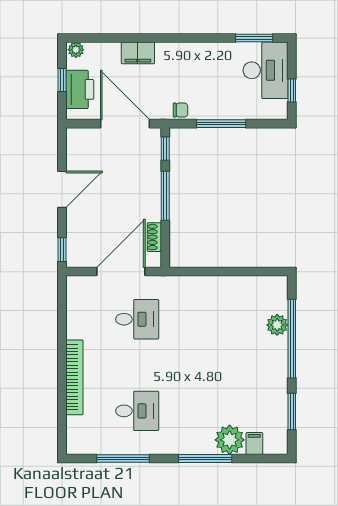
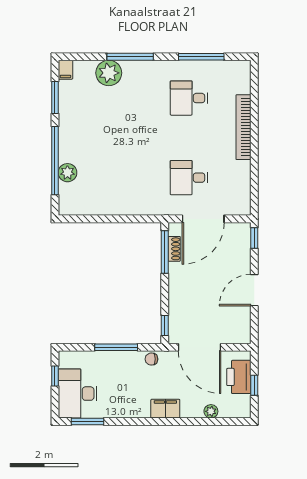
plant: (76, 50) -> (211, 411), moved
filing cabinet: (138, 53) -> (165, 409), moved
window: (165, 196) -> (165, 252), moved
filing cabinet: (254, 444) -> (65, 70), moved

